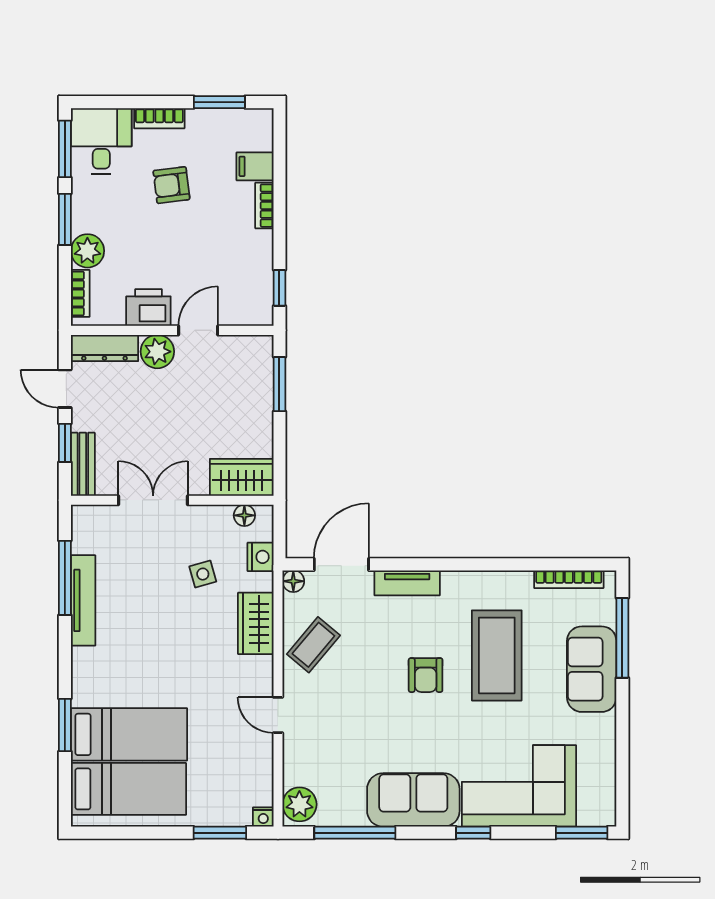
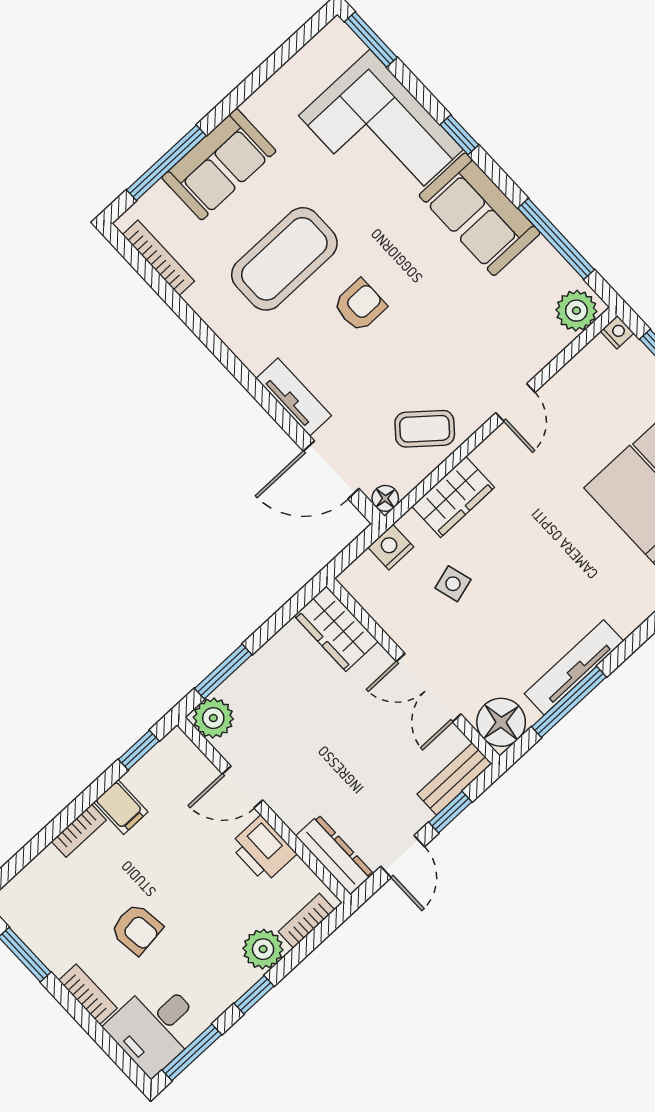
filing cabinet: (255, 166) -> (121, 807), moved
window: (65, 219) -> (254, 995), width x0.67
plant: (157, 352) -> (213, 718), moved
floor lamp: (244, 515) -> (501, 722), moved, width x1.89, depth x1.89

